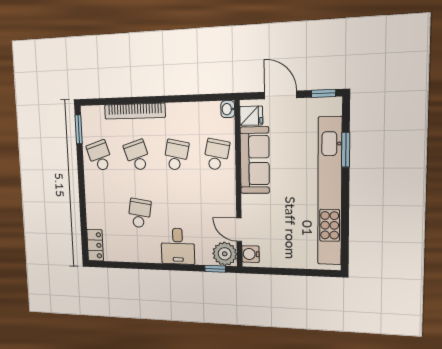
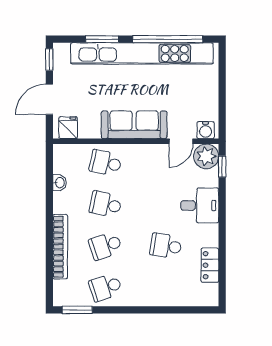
washbasin: (228, 109) -> (59, 183), moved, turned -90
sofa: (255, 160) -> (134, 125), moved
window: (345, 219) -> (168, 39), added
locker: (95, 245) -> (210, 265), moved, turned -90

